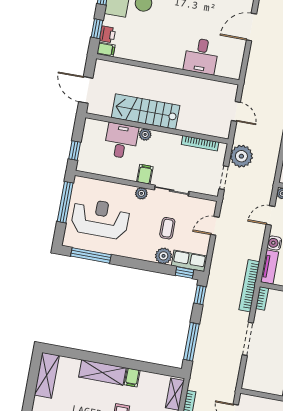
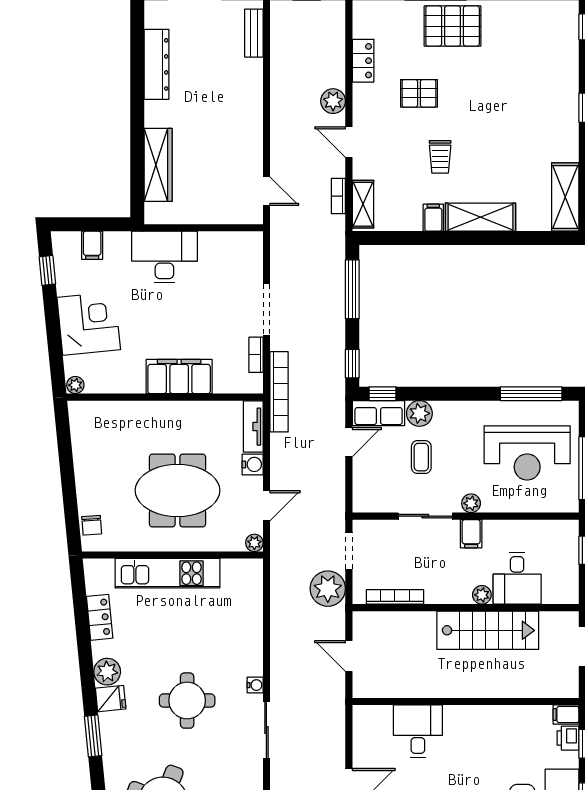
door: (215, 226) -> (349, 442), moved
bookcase: (262, 298) -> (256, 355), moved

